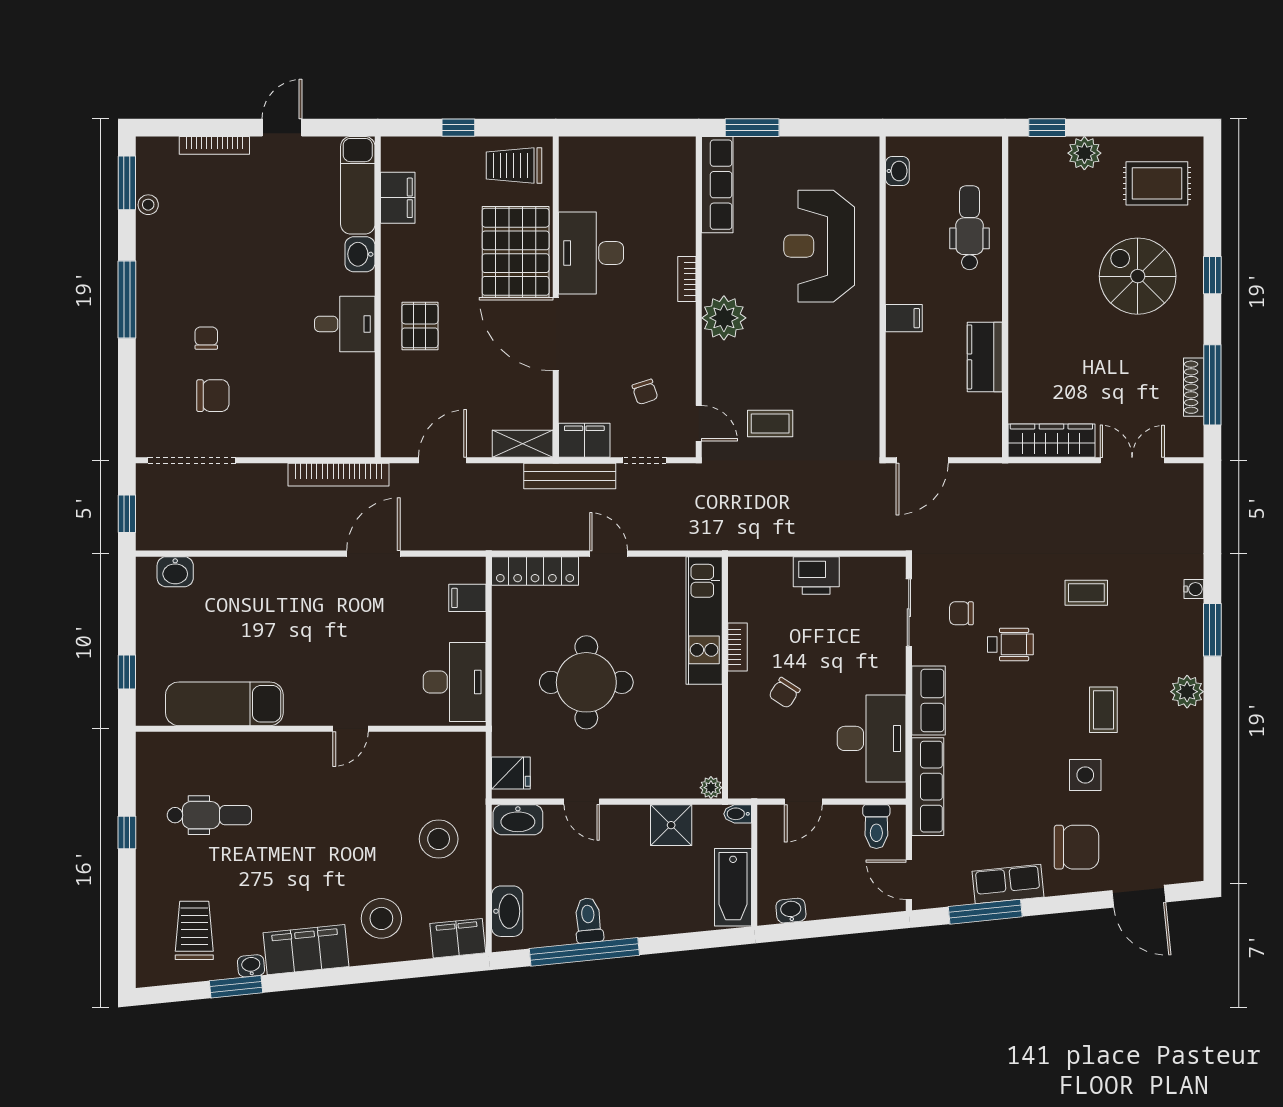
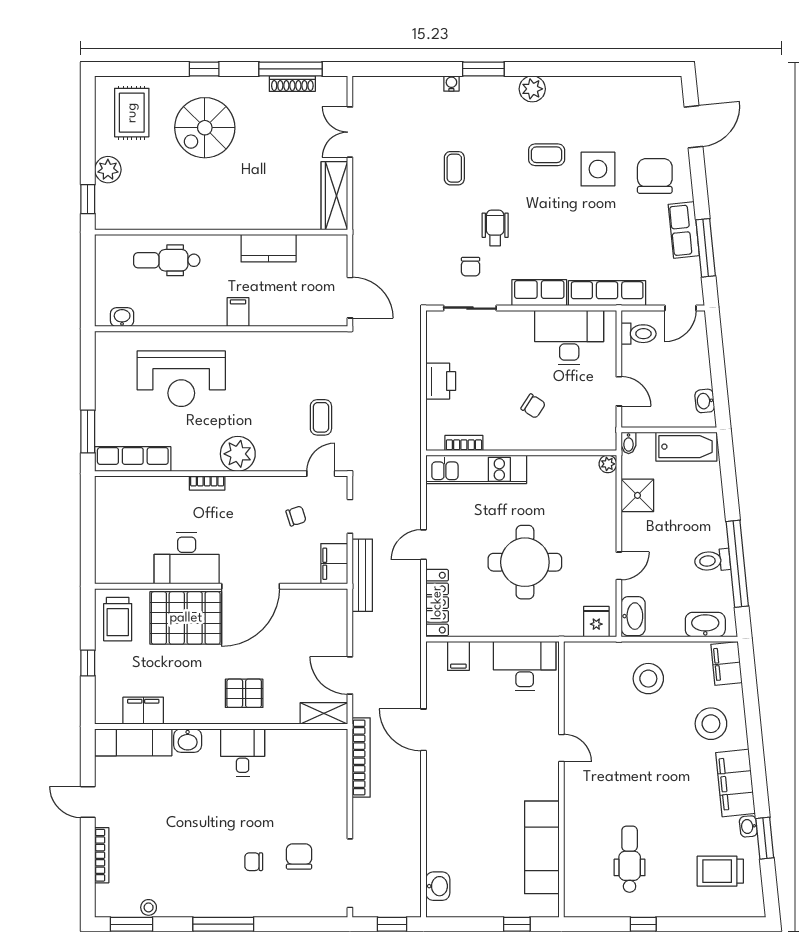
shelving: (523, 444) -> (324, 713), moved, turned 90
bookcase: (738, 647) -> (464, 443), moved
side table: (1085, 775) -> (598, 169), width x1.37, depth x1.37

